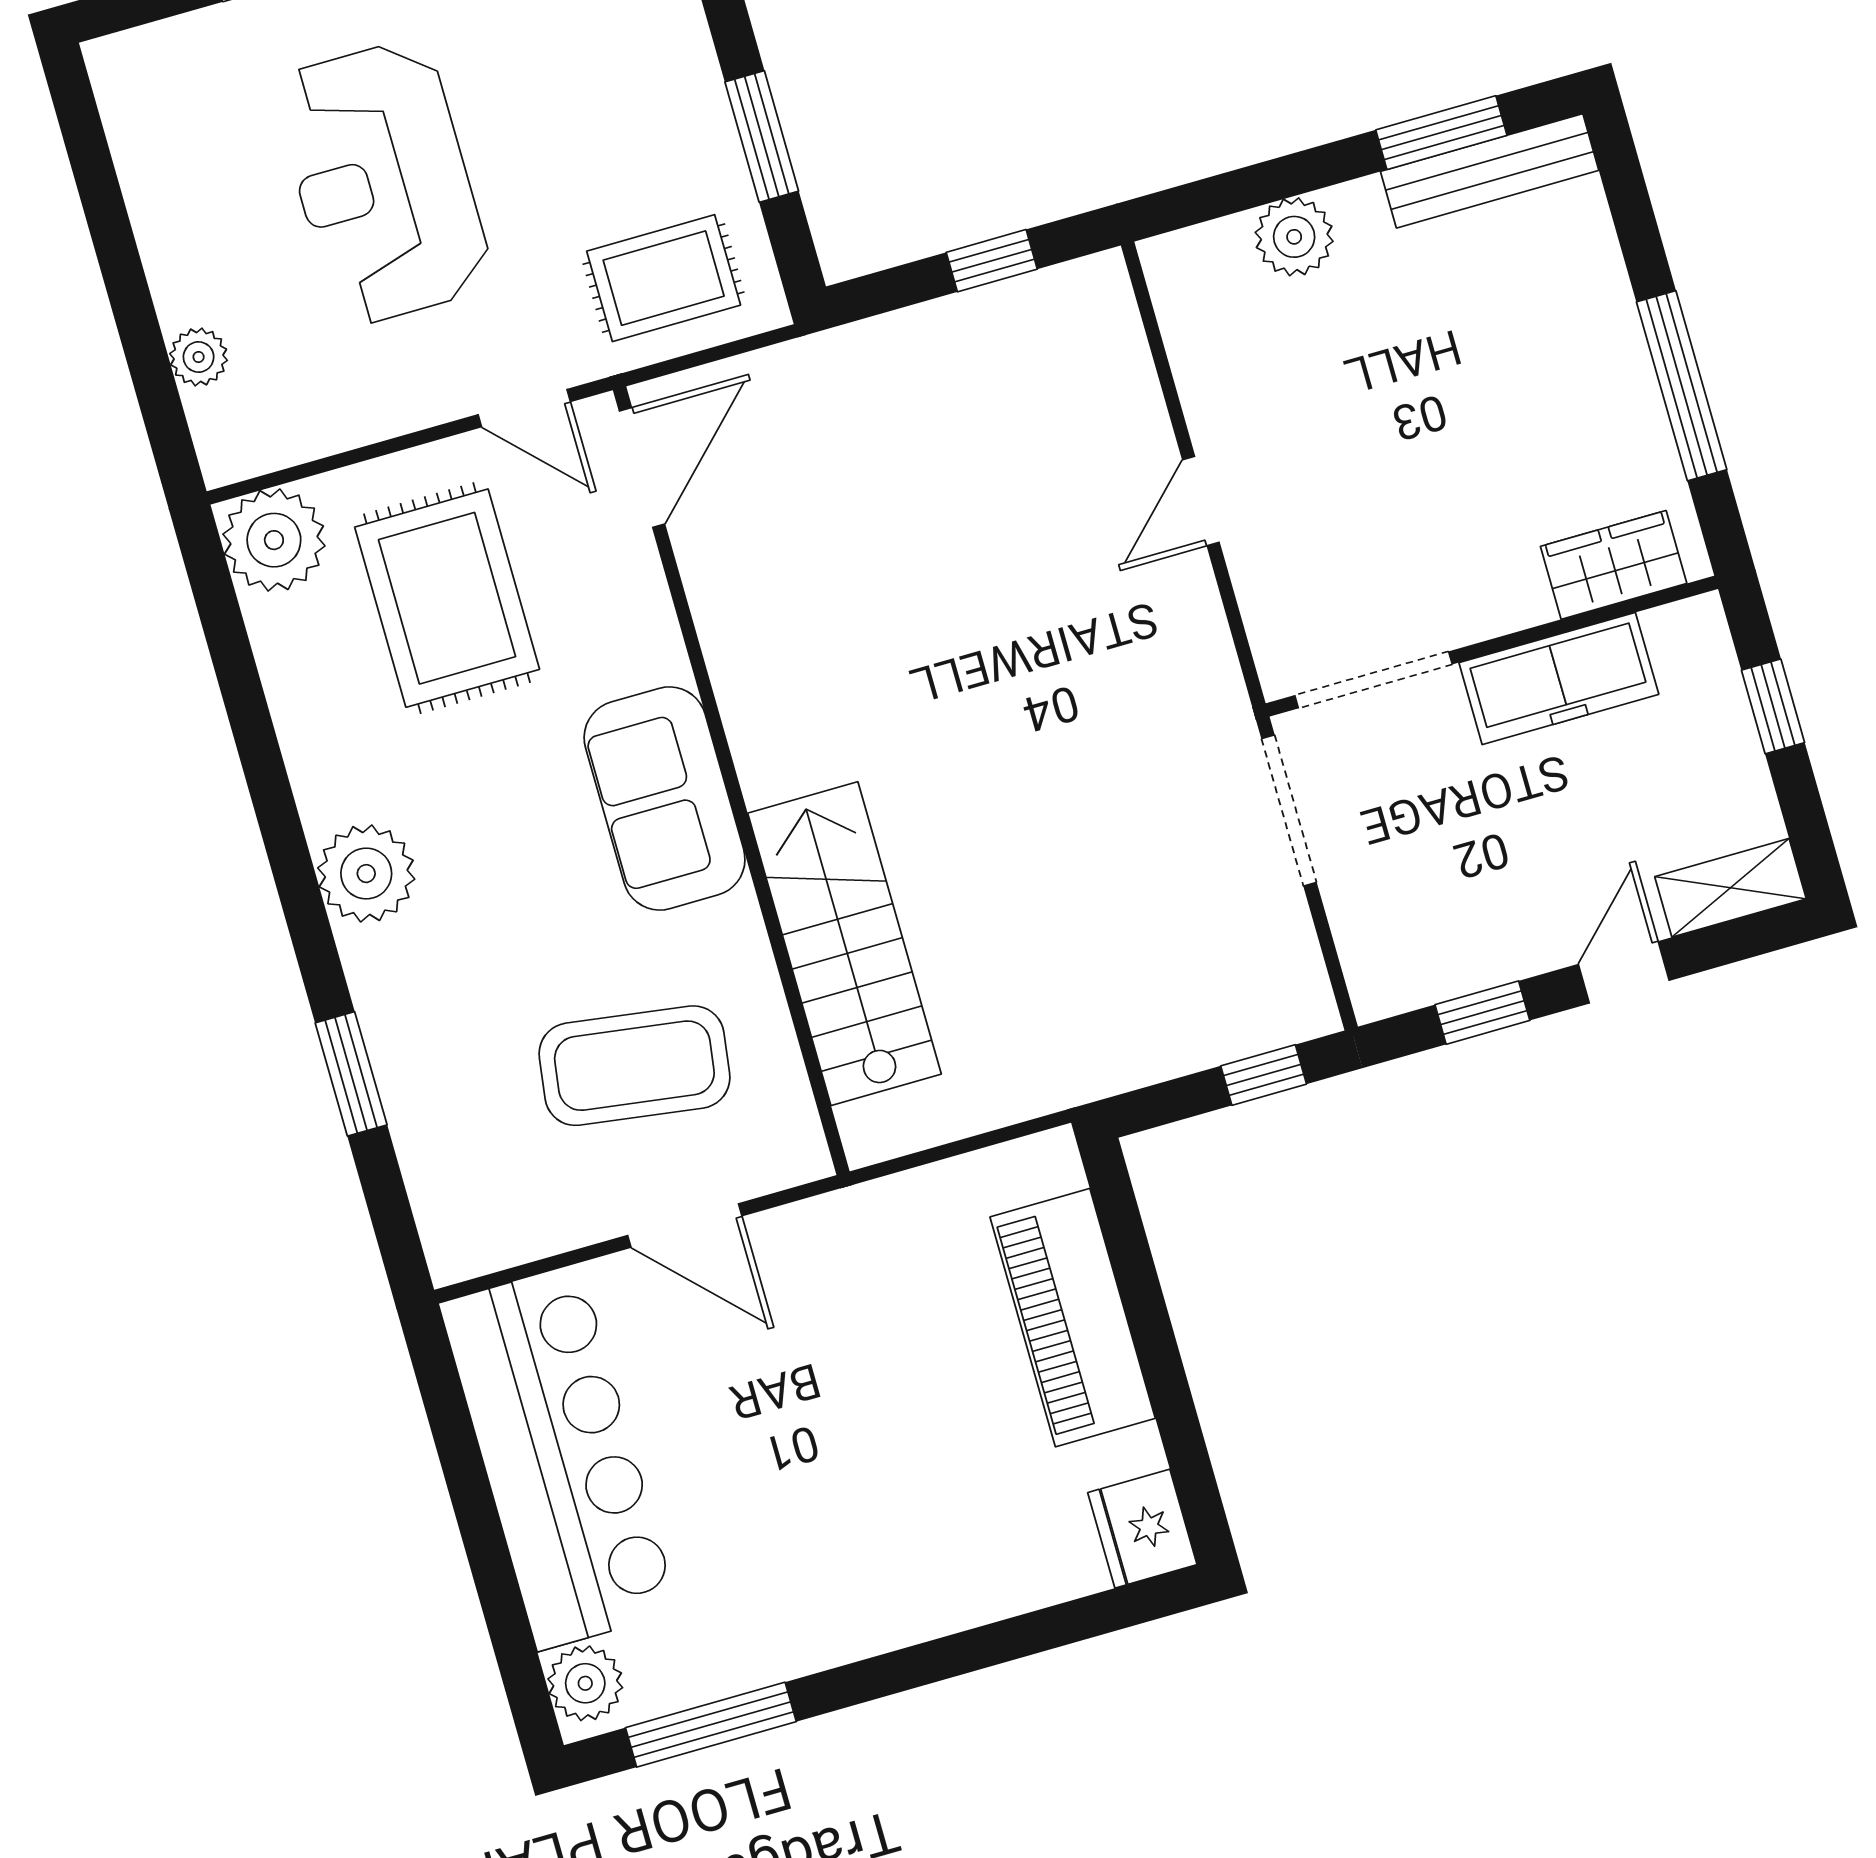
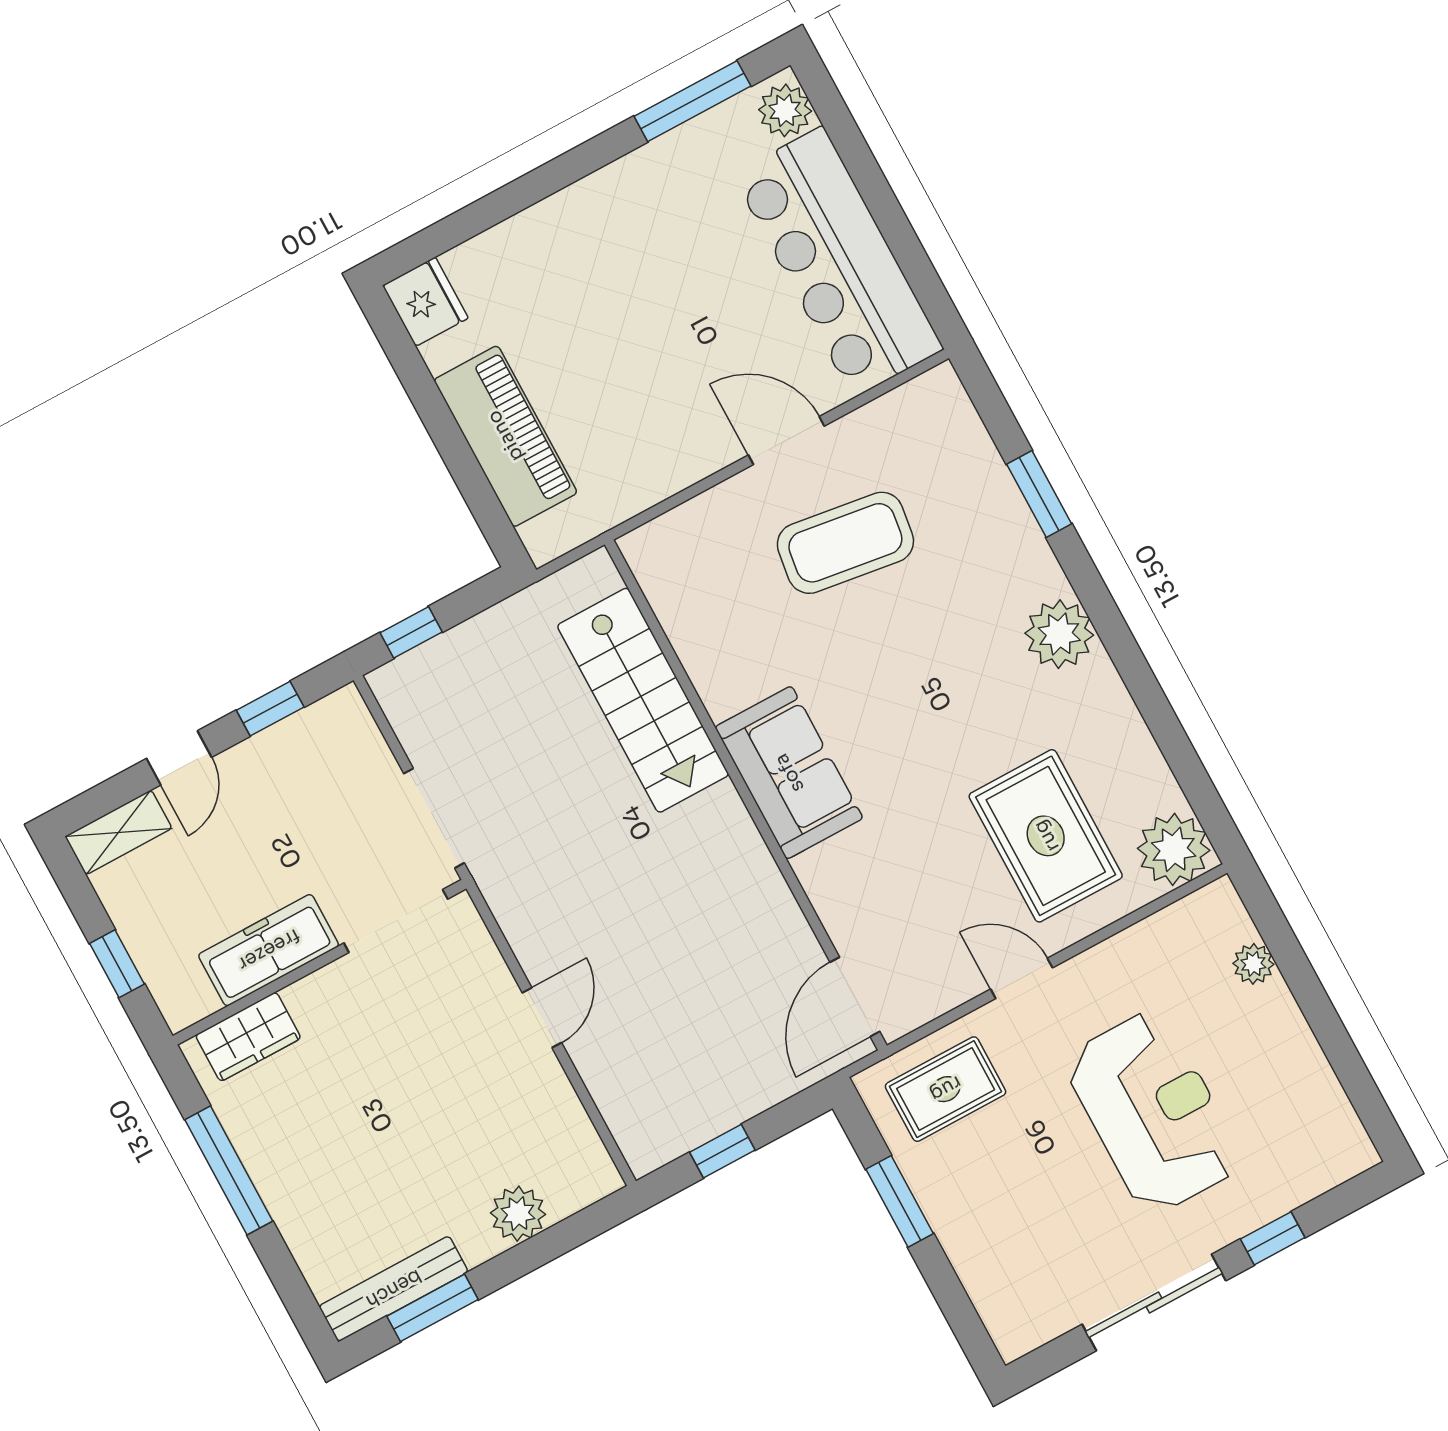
door: (642, 467) -> (855, 997), moved
wall: (731, 781) -> (746, 795), moved
sofa: (665, 798) -> (789, 773), moved
stairs: (844, 944) -> (643, 700), moved

